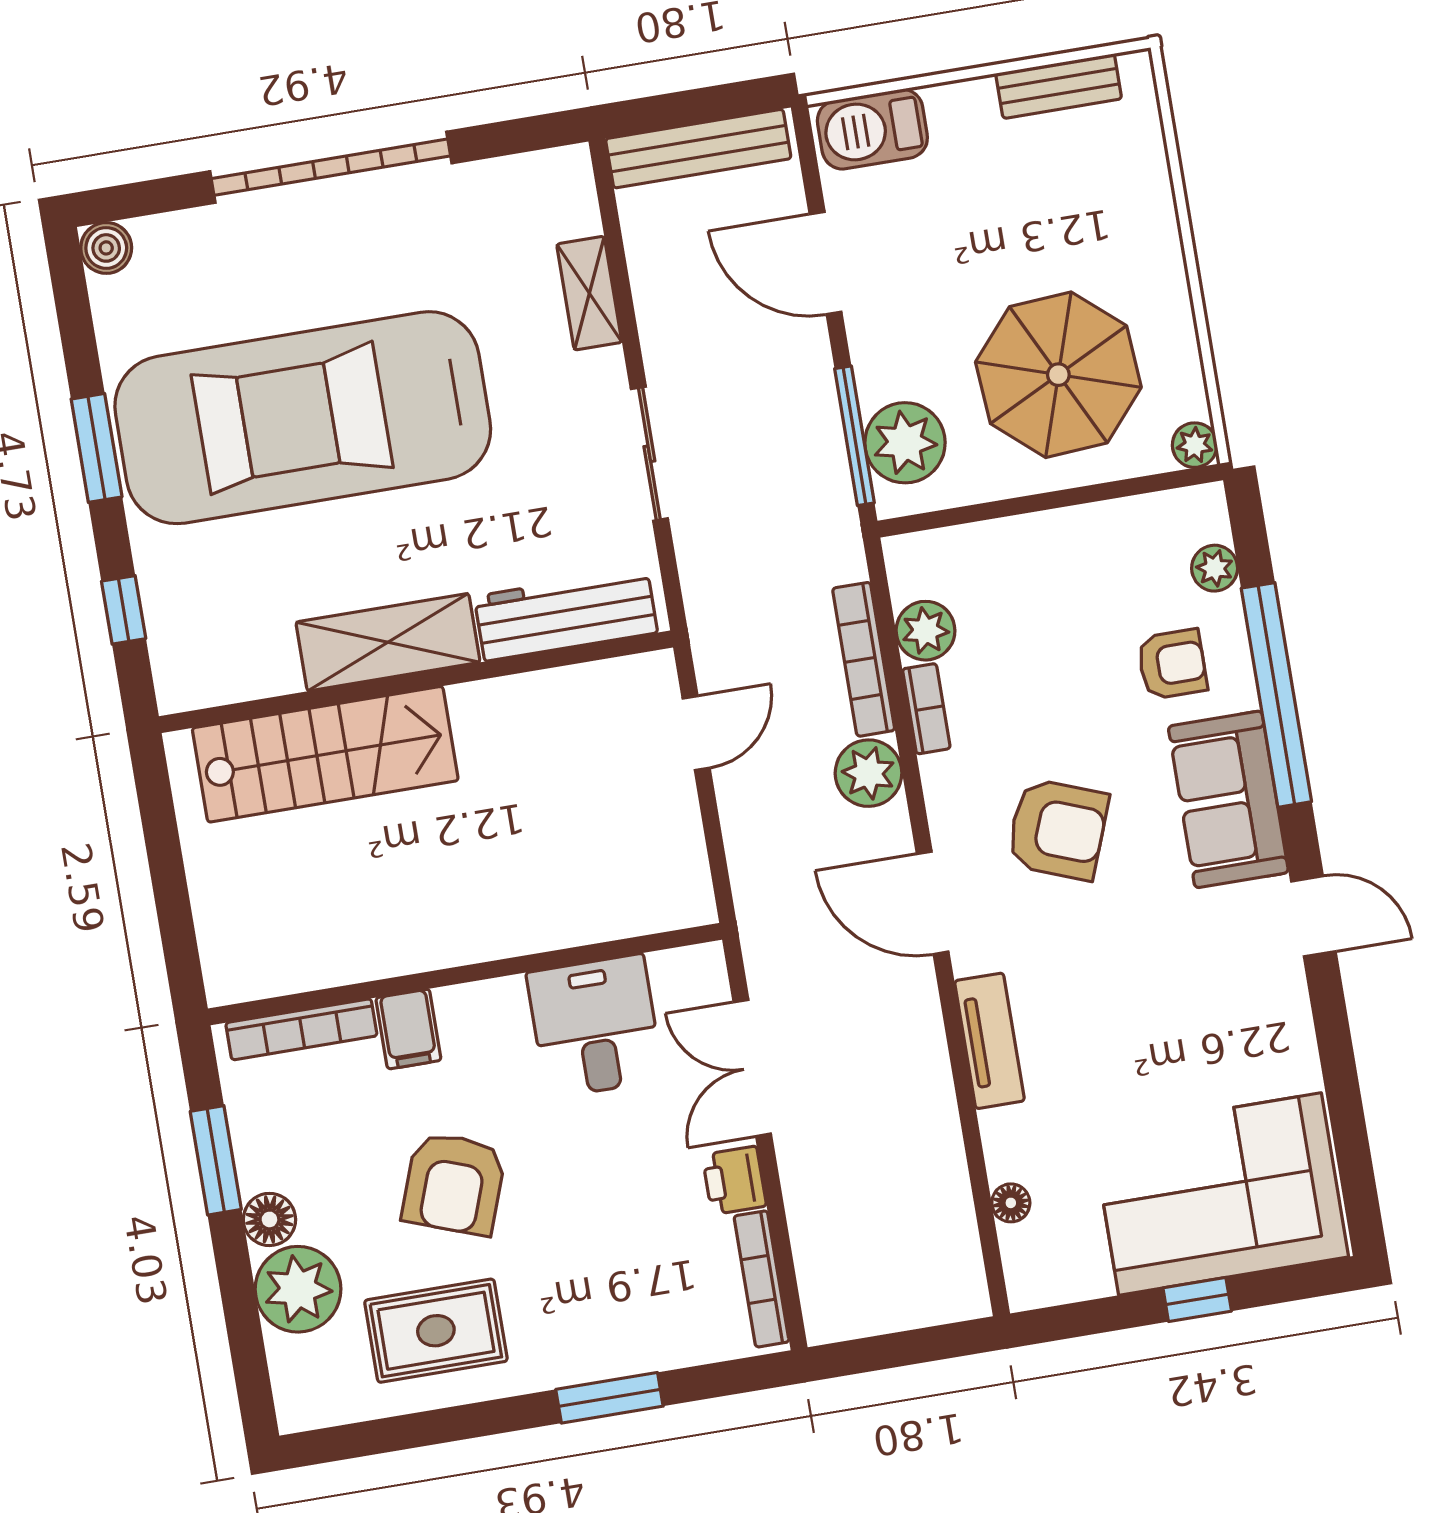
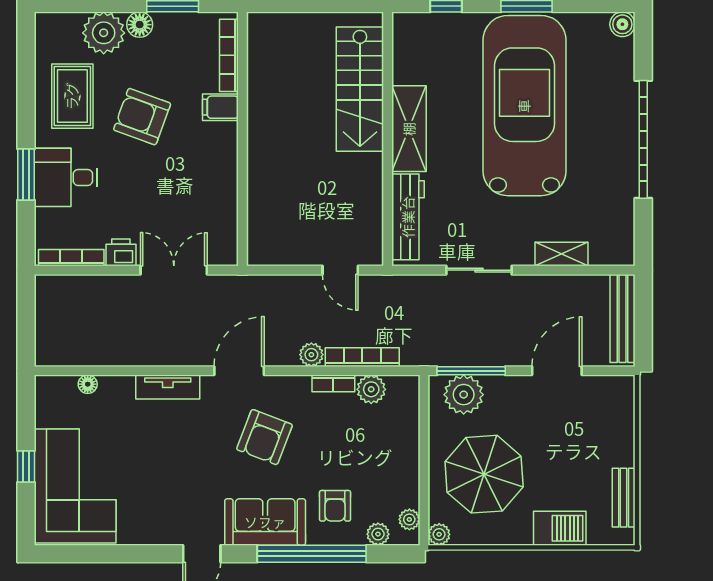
barbecue: (872, 129) -> (560, 528), moved, turned 90
plant: (1175, 510) -> (409, 519), added
plant: (869, 773) -> (311, 355), width x0.73, depth x0.73
desk: (595, 1026) -> (66, 177), moved, turned 180

